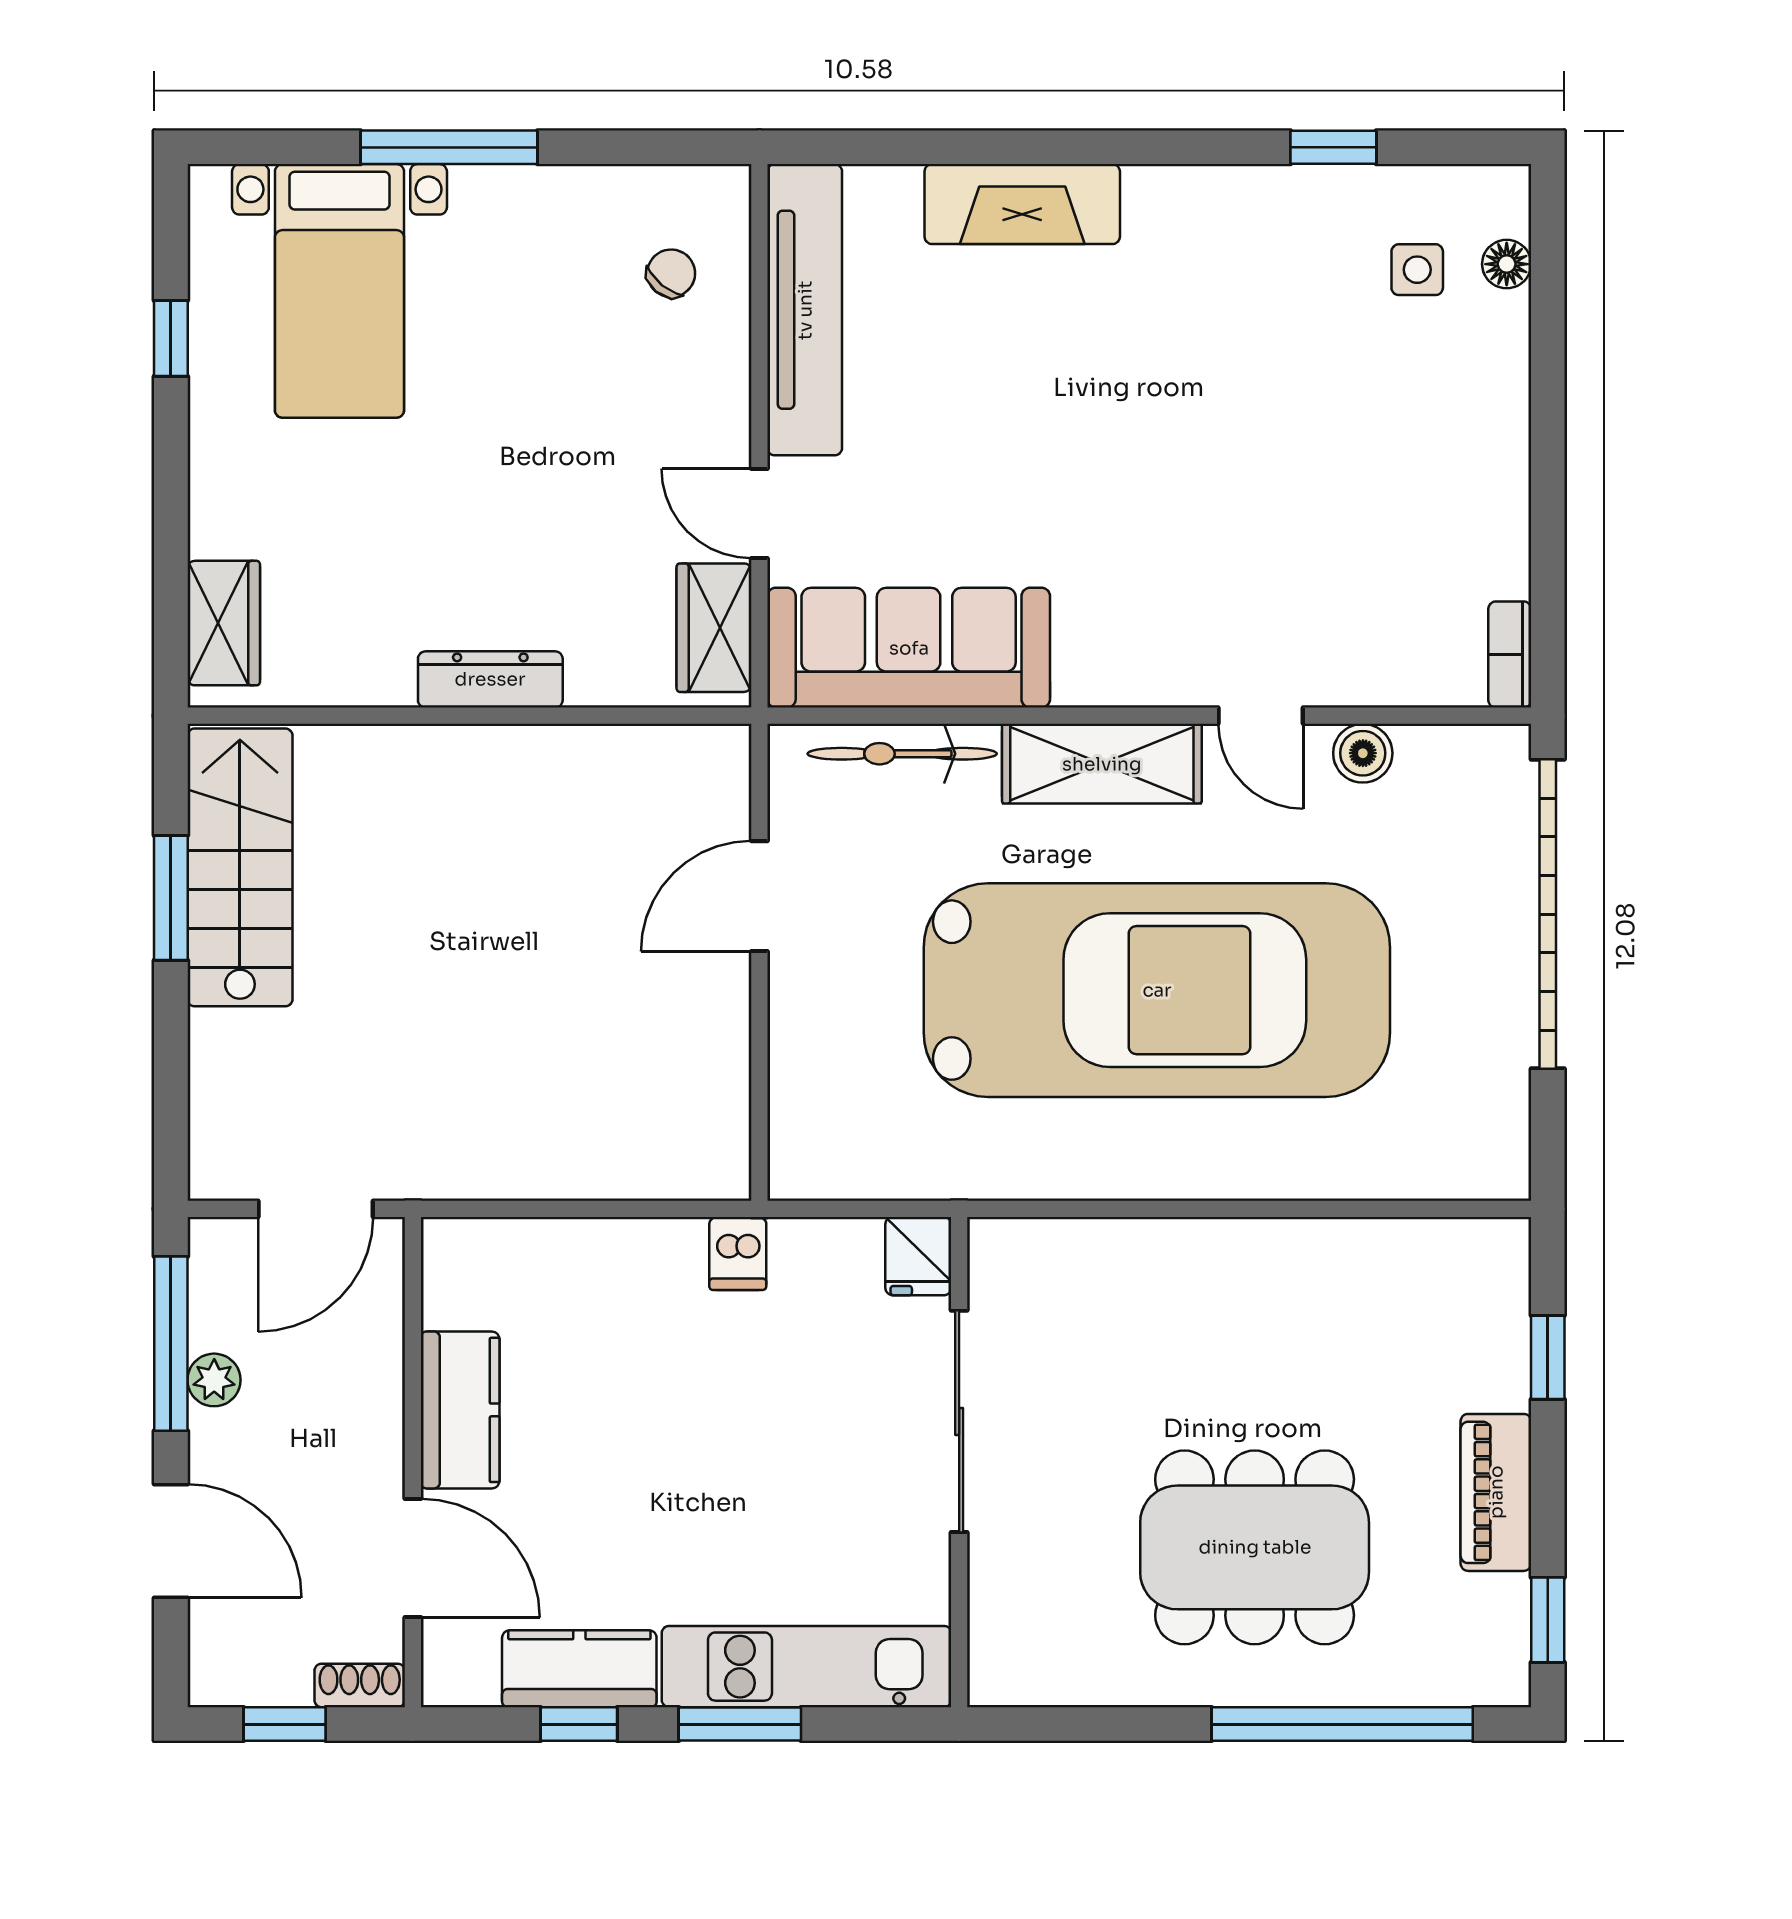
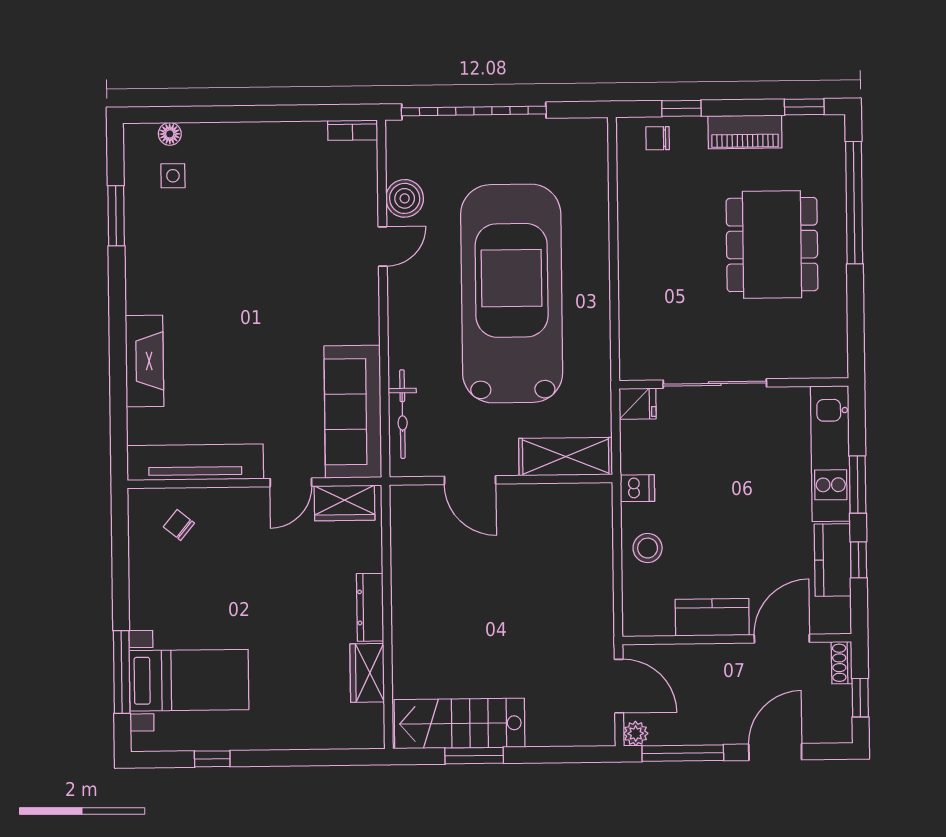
window: (449, 147) -> (122, 672), moved
window: (1333, 147) -> (116, 216), width x1.50
wardrobe: (224, 623) -> (367, 673), moved, turned -90
boiler: (1363, 753) -> (405, 198), width x1.36, depth x1.36
shelving: (1102, 764) -> (566, 457), moved, turned 90
stool: (610, 1274) -> (648, 548), added
chair: (1485, 1306) -> (658, 138), added
plant: (214, 1380) -> (636, 733), moved

